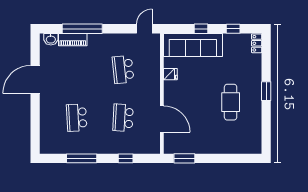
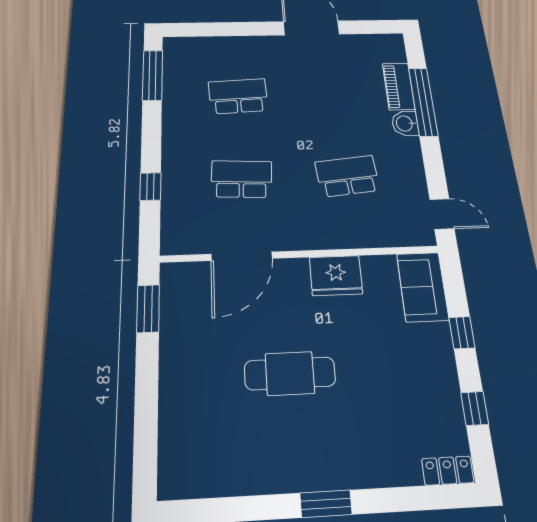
washbasin: (51, 39) -> (405, 123), moved
sofa: (193, 45) -> (423, 287), width x0.54, depth x0.79
fridge: (170, 74) -> (336, 275), width x1.88, depth x1.34
cafe table: (231, 102) -> (290, 373), moved
window: (82, 158) -> (153, 75), moved

